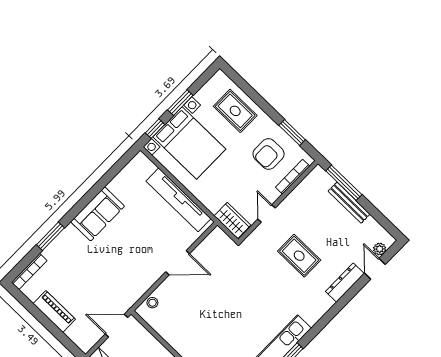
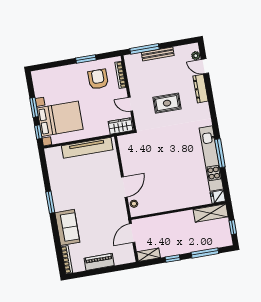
rug: (235, 111) -> (61, 80), removed
window: (292, 133) -> (86, 59), moved
armchair: (269, 154) -> (98, 79), turned 180
sofa: (98, 214) -> (67, 227), moved
window: (50, 236) -> (50, 202), moved
door: (178, 263) -> (124, 187), moved

